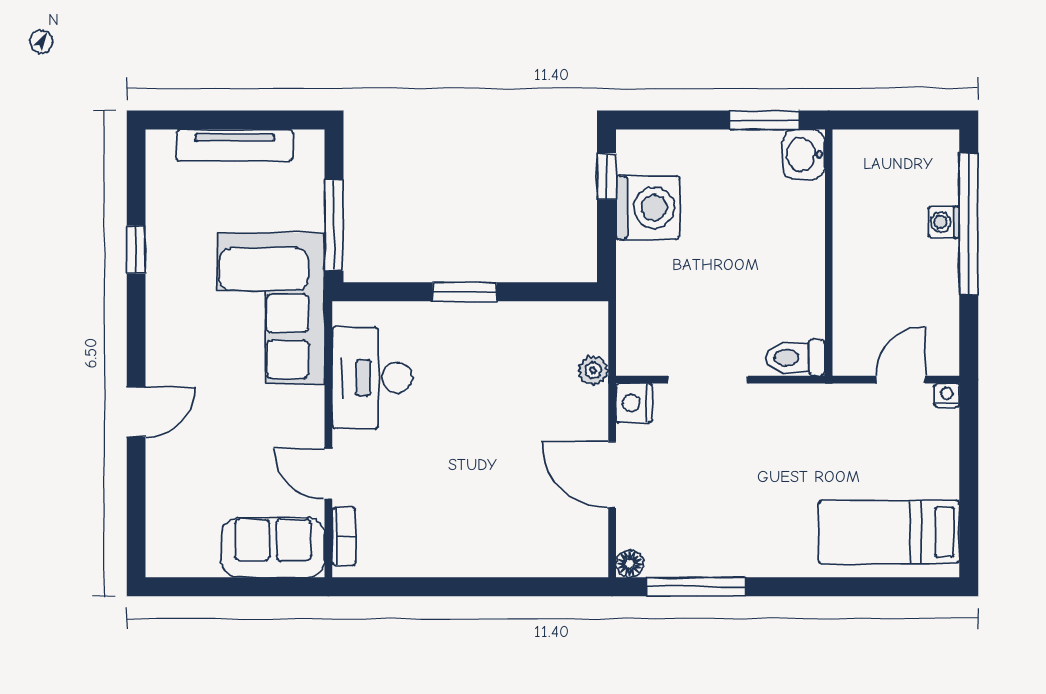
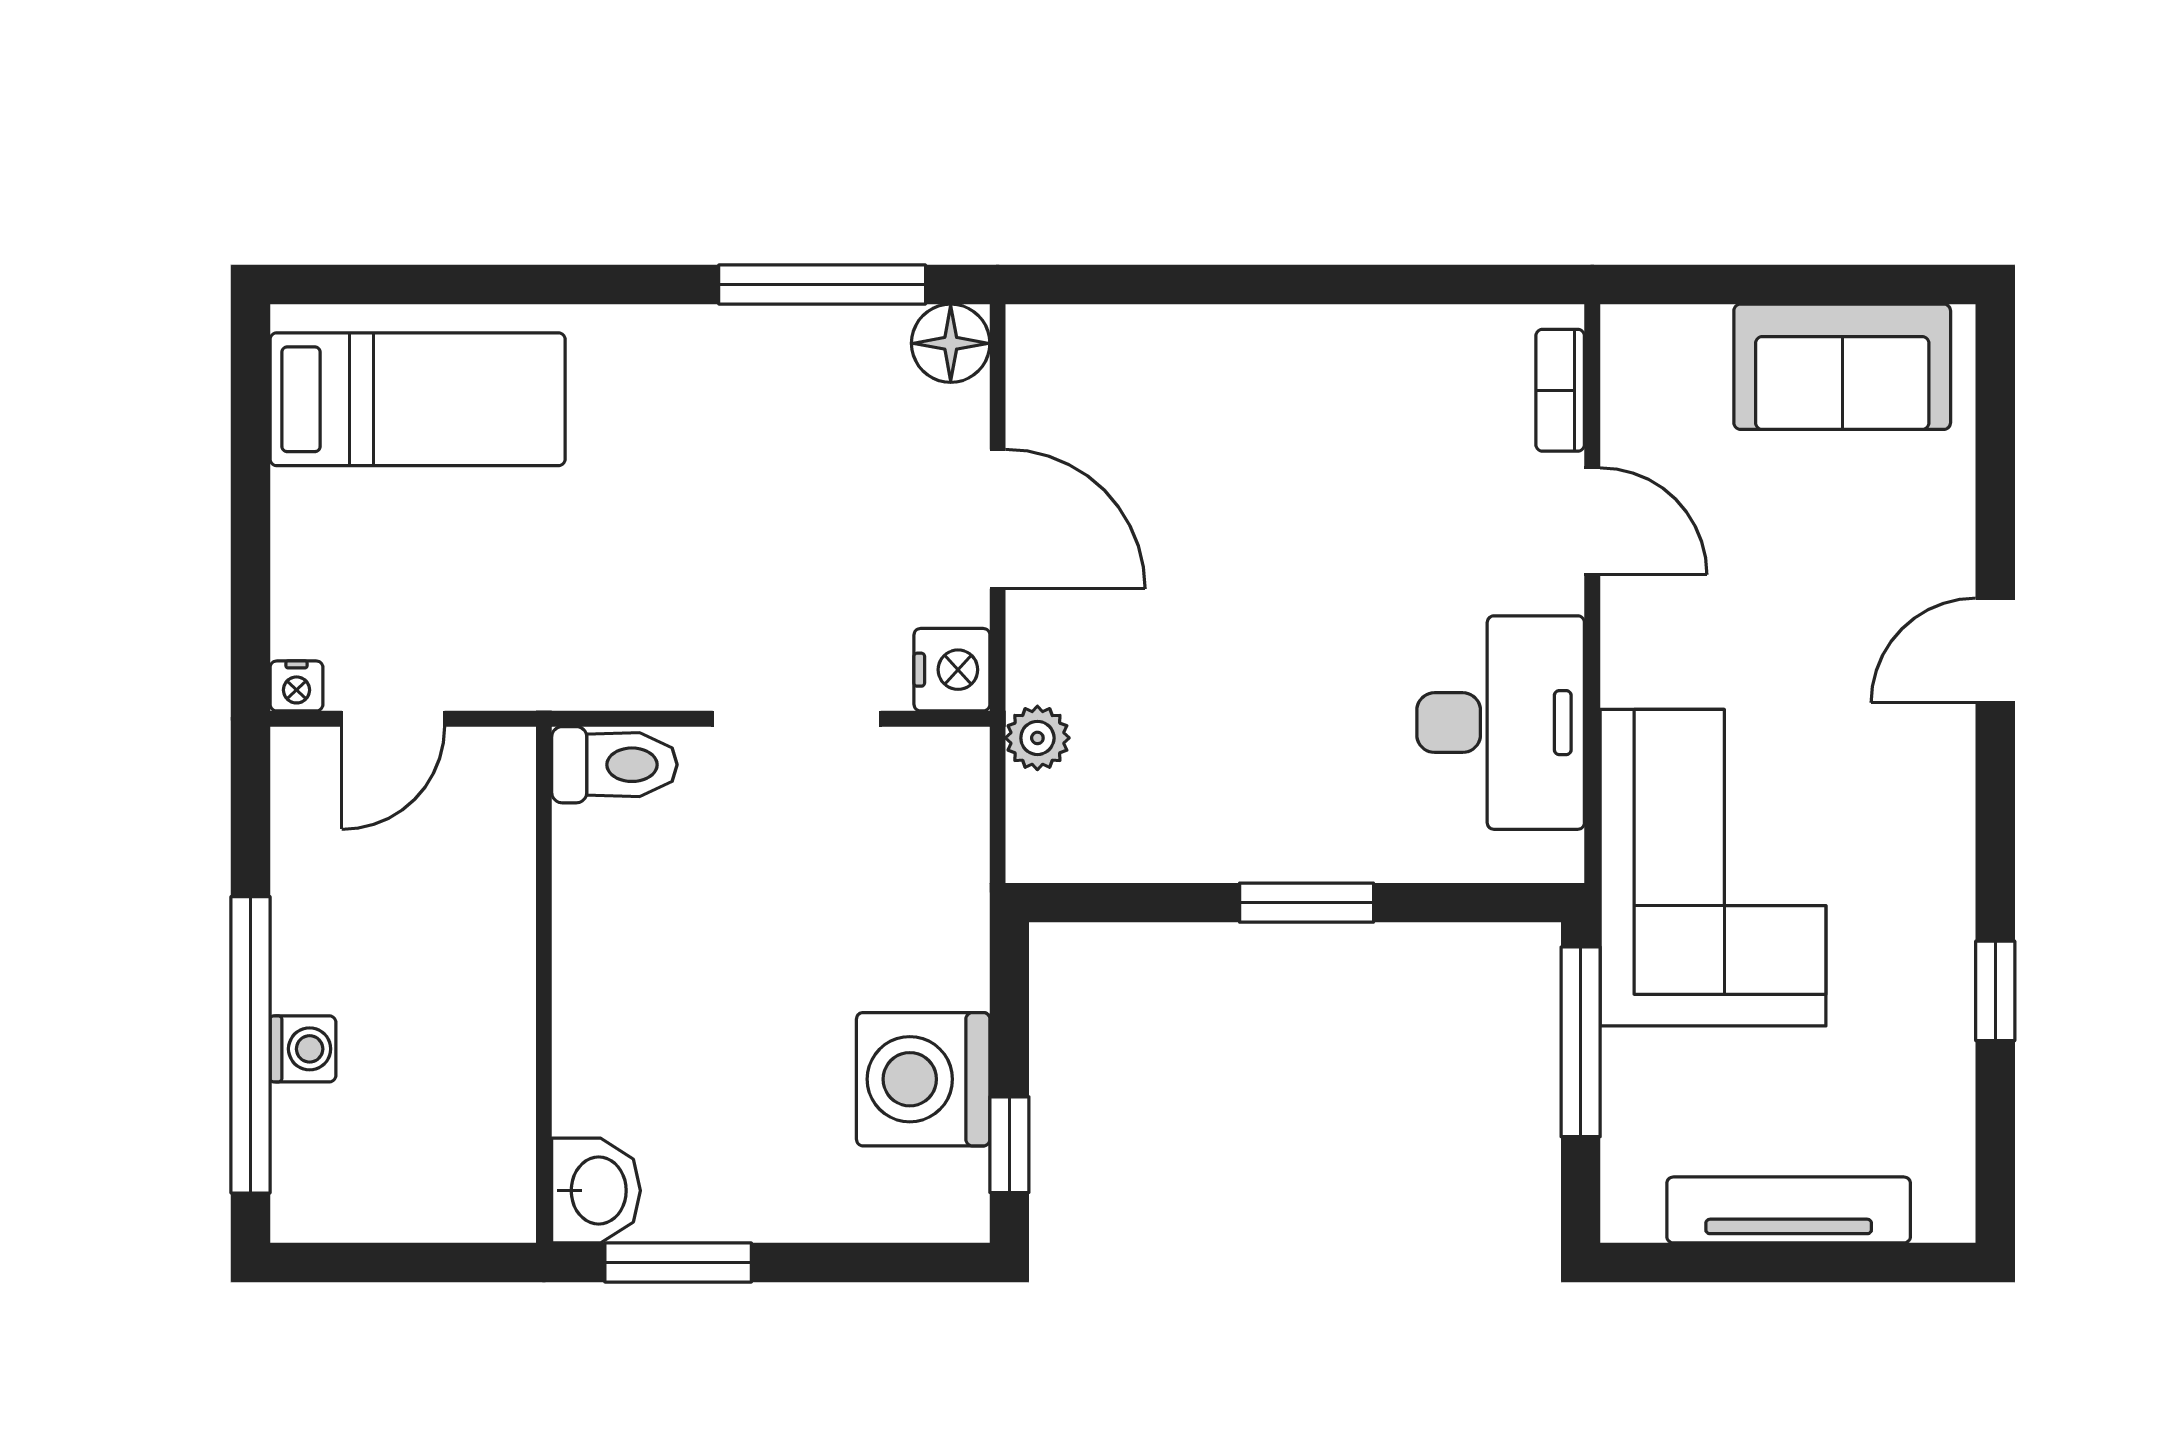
sofa: (273, 548) -> (1842, 367), moved
floor lamp: (630, 564) -> (951, 343), width x1.37, depth x1.37

